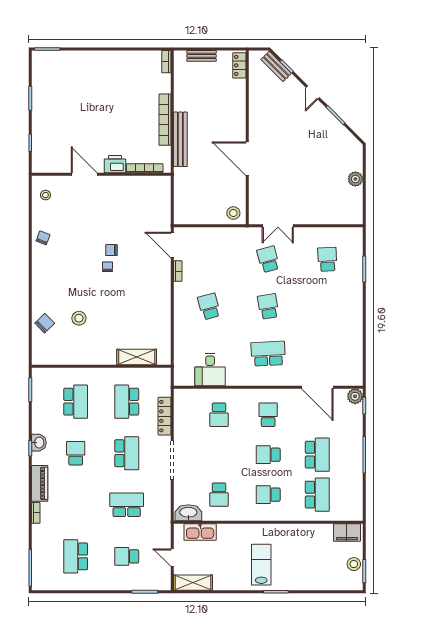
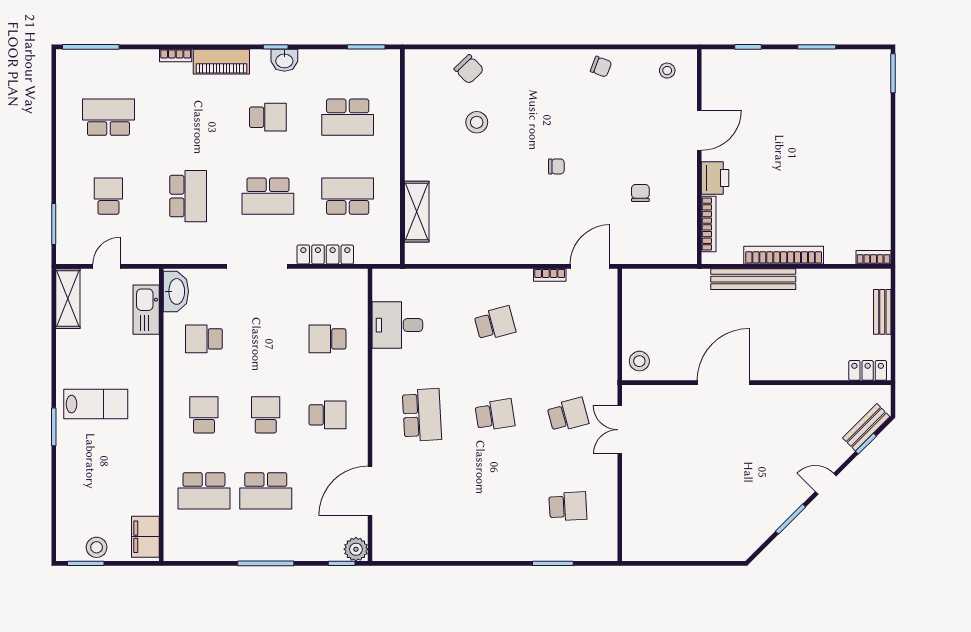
plant: (355, 179) -> (692, 550), removed
chair: (111, 250) -> (640, 193), moved

